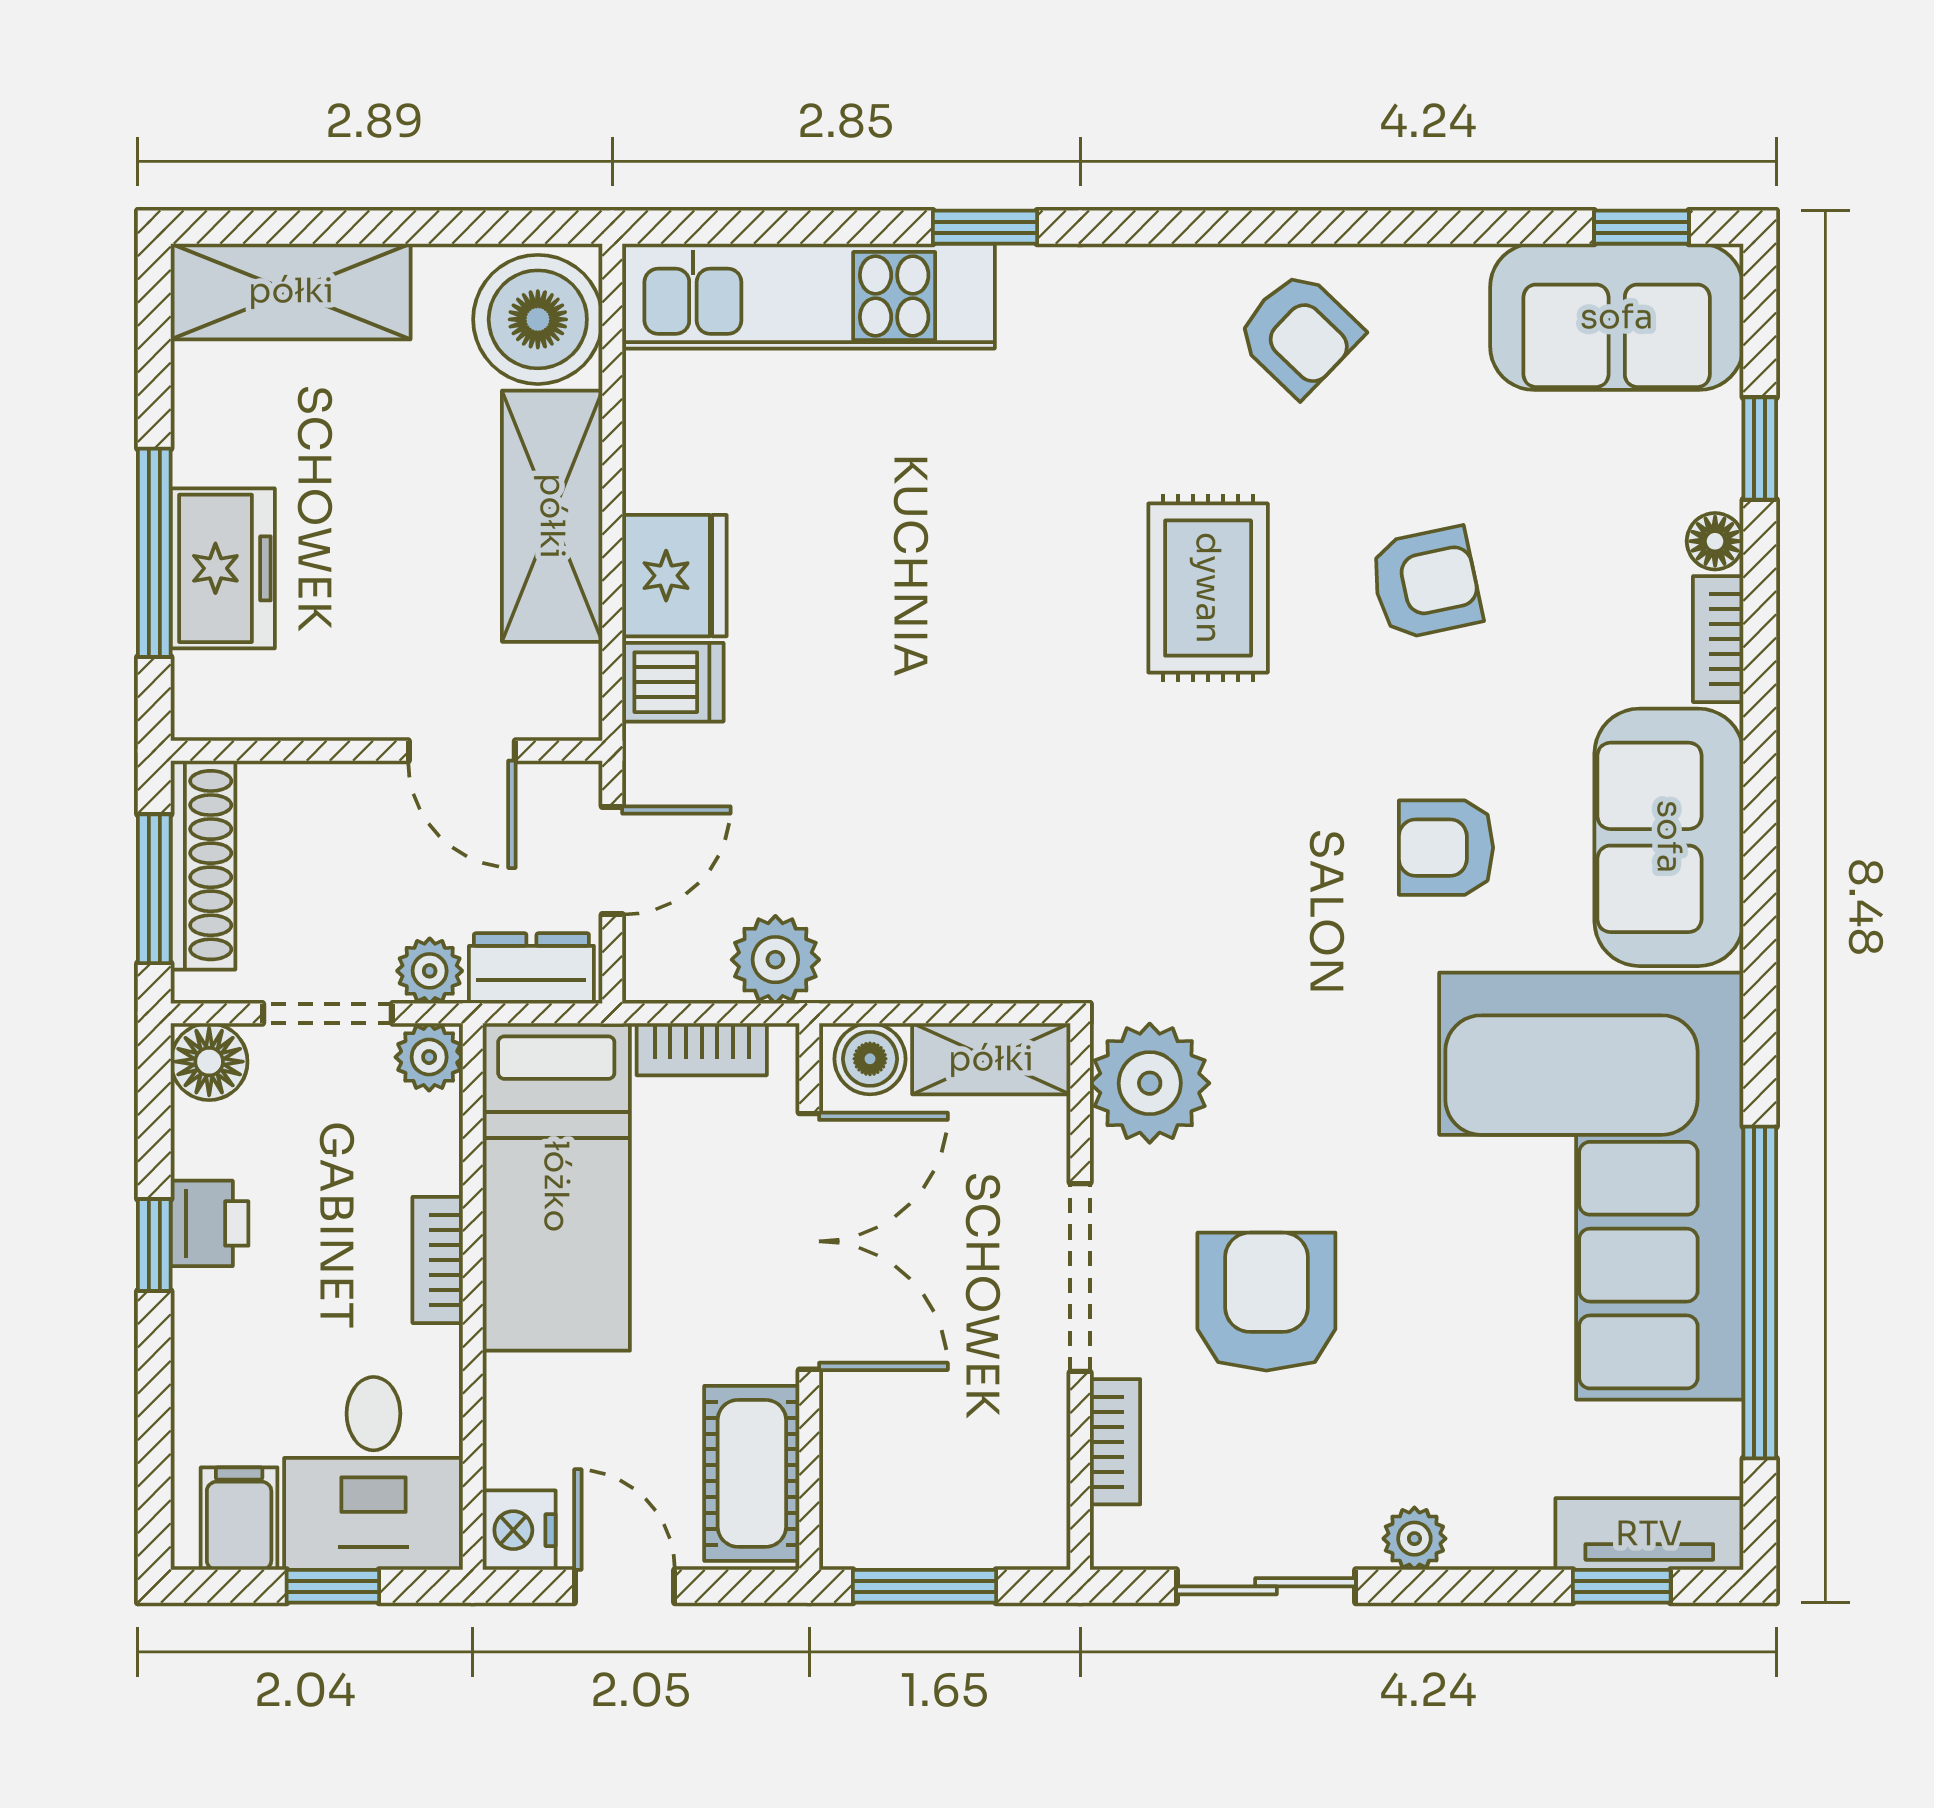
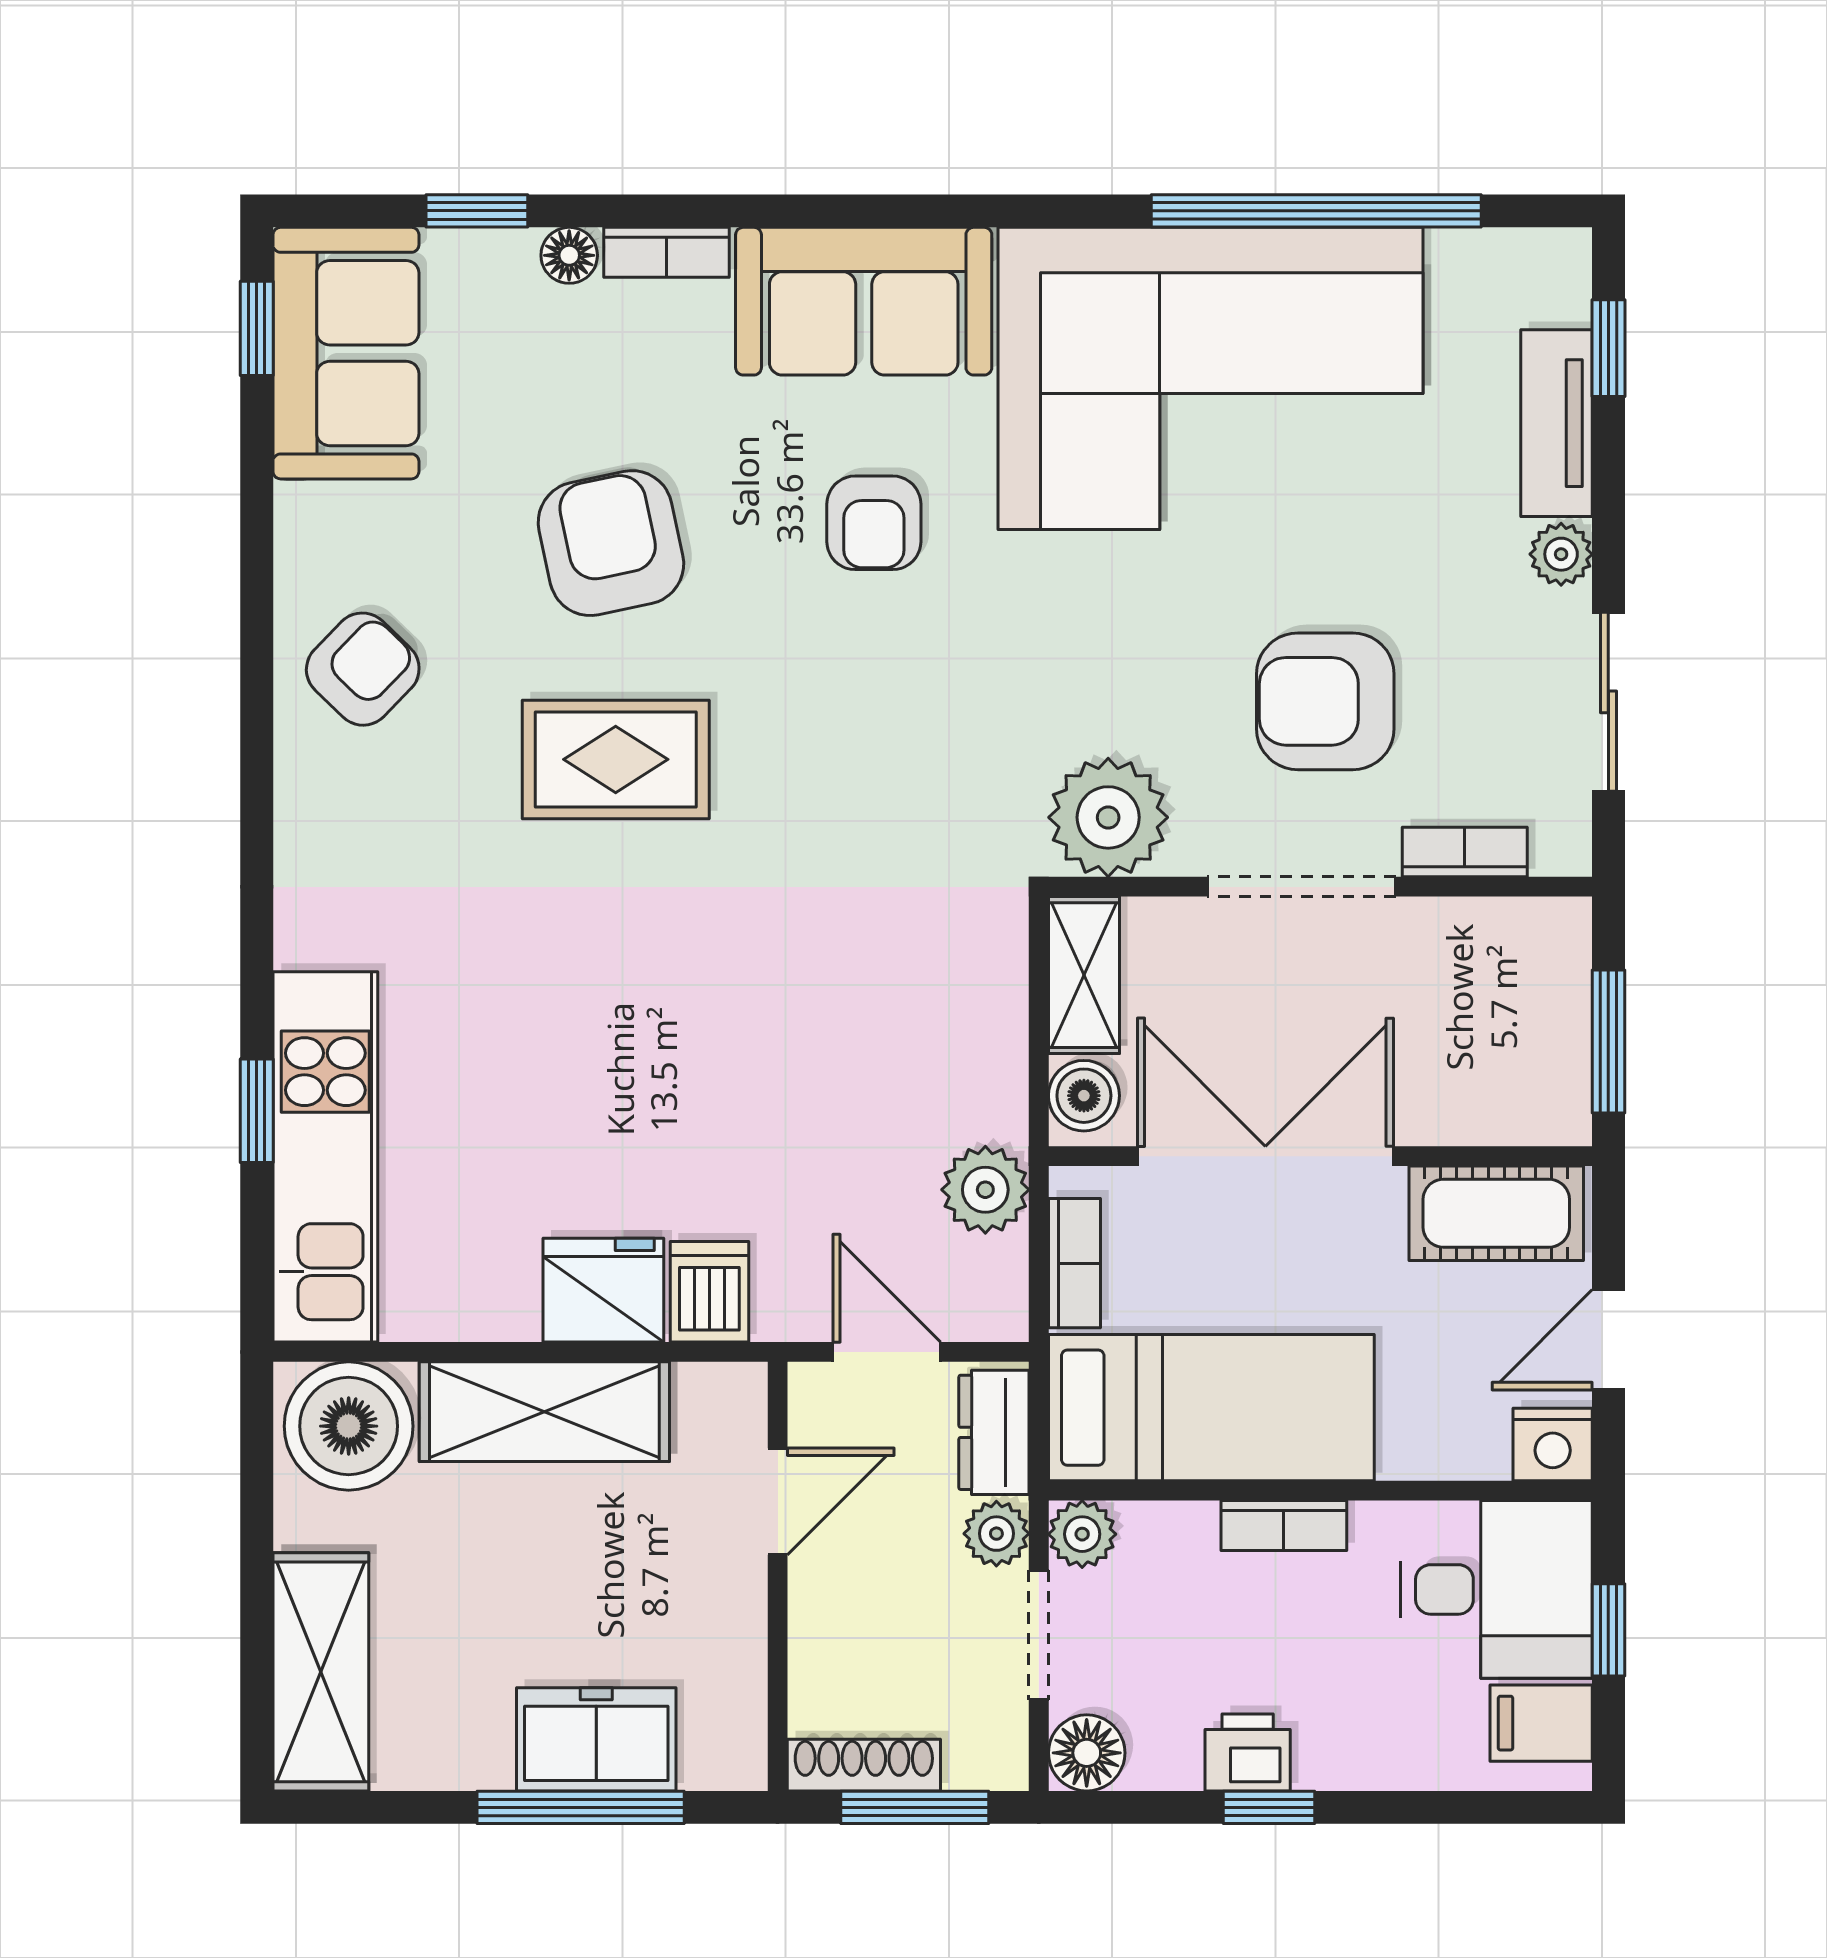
window: (985, 227) -> (257, 1111), moved
armchair: (1426, 583) -> (611, 543), width x1.38, depth x1.38
shoe rack: (203, 865) -> (864, 1765), width x0.74, depth x0.81
tv unit: (1649, 1534) -> (1556, 423), moved

